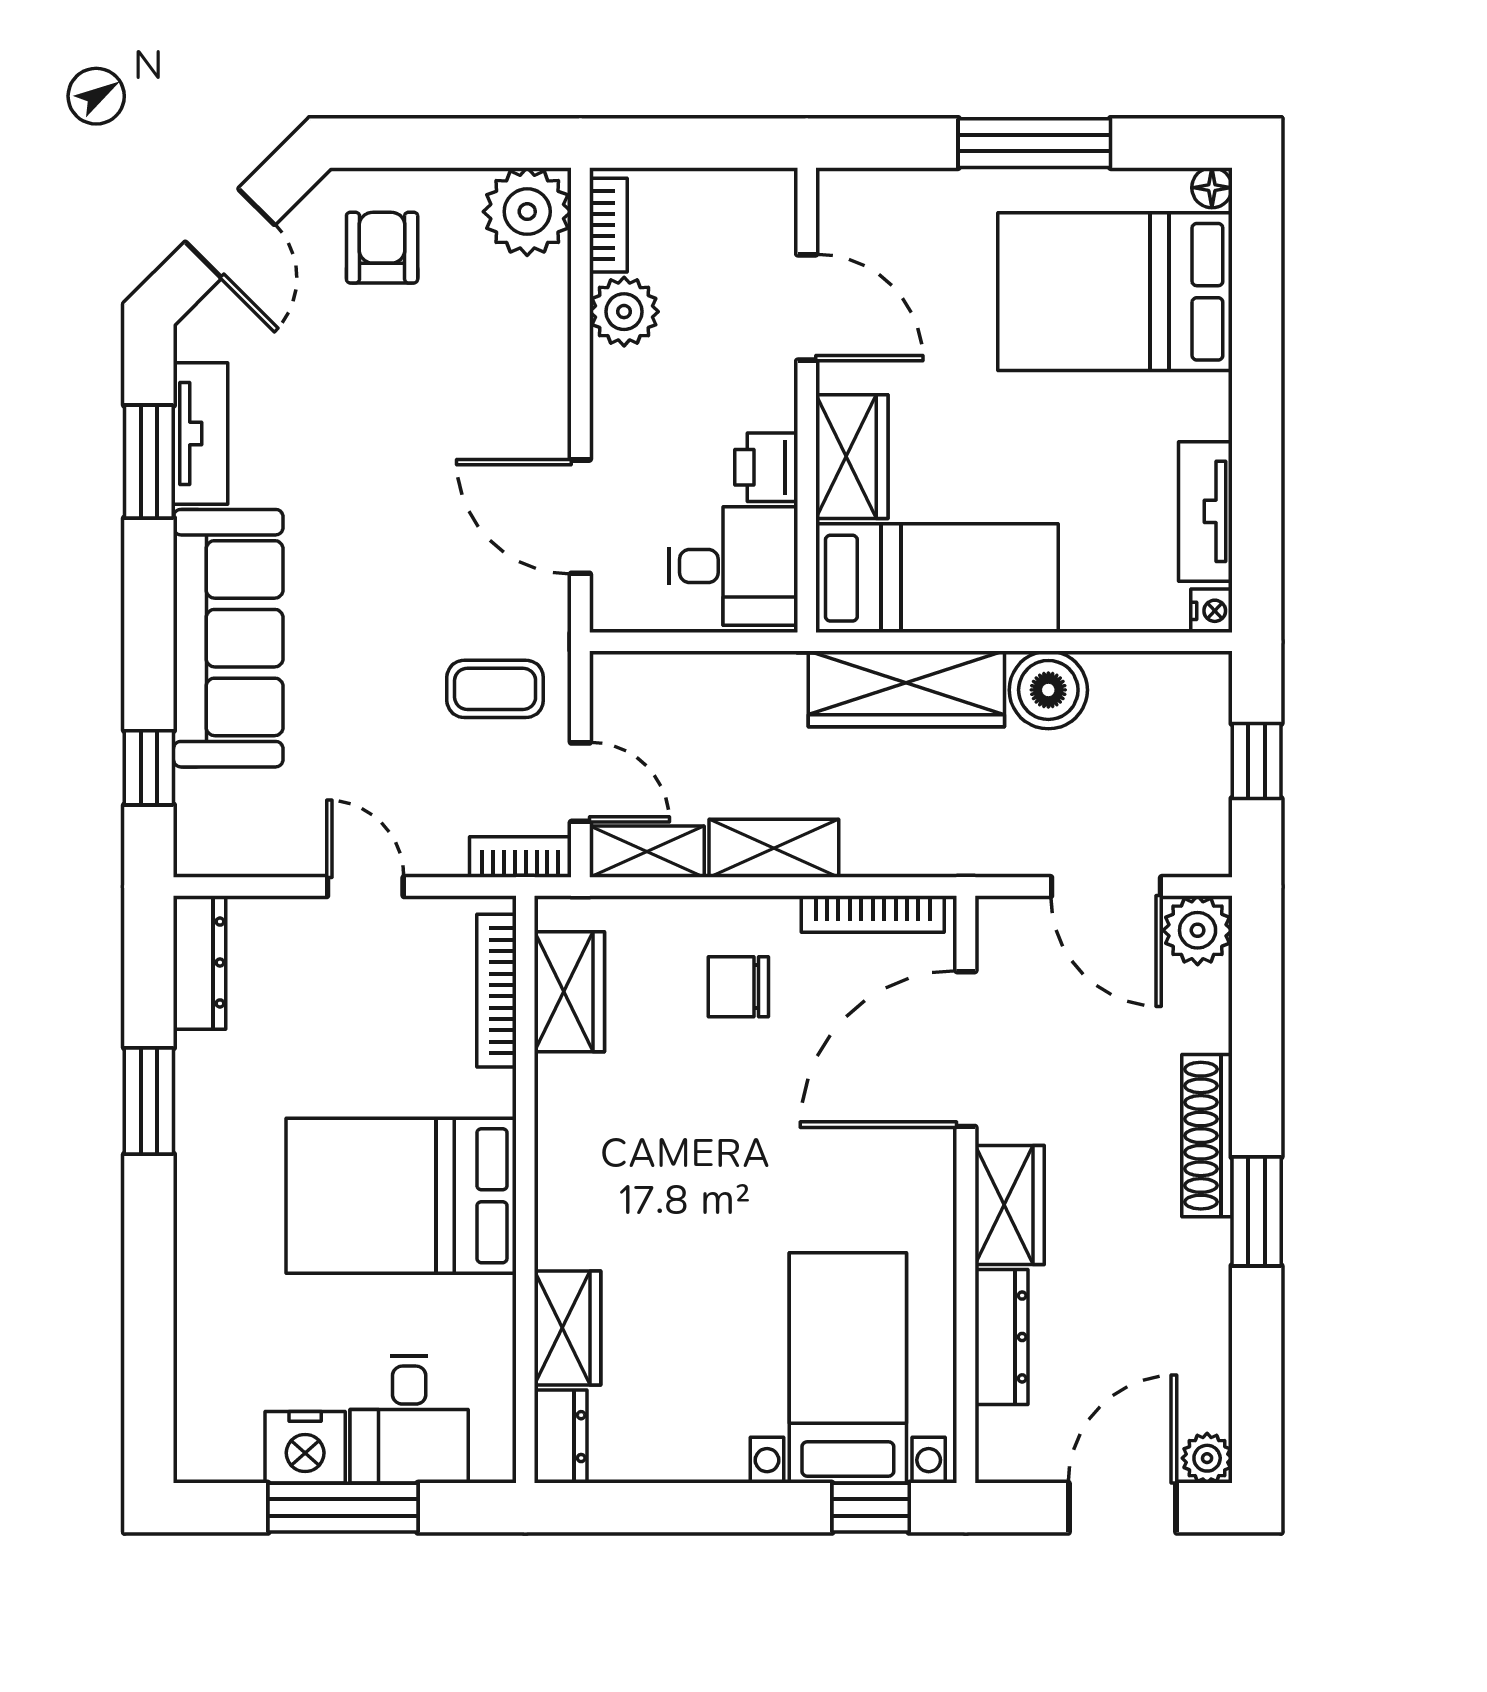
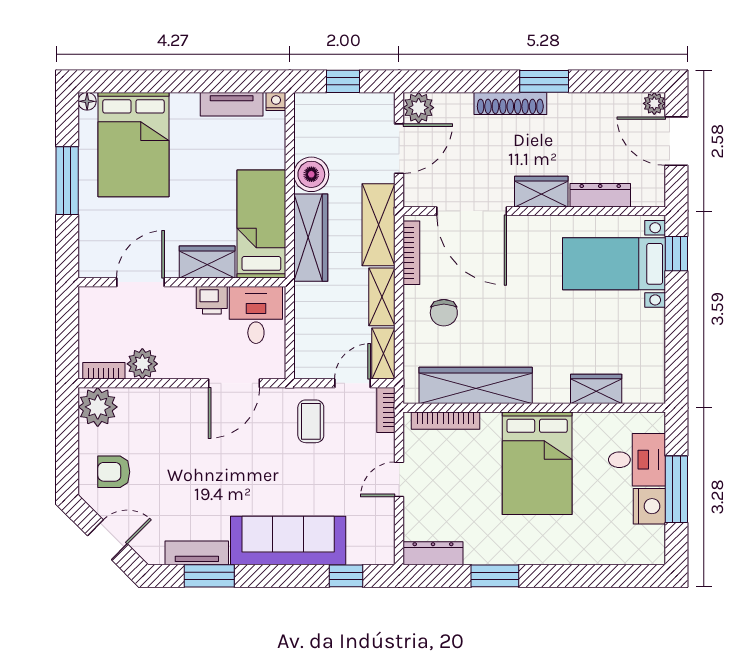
shelving: (936, 841) -> (379, 225), added
wardrobe: (569, 992) -> (476, 385), width x2.10, depth x1.17
dresser: (561, 1437) -> (645, 392), removed

